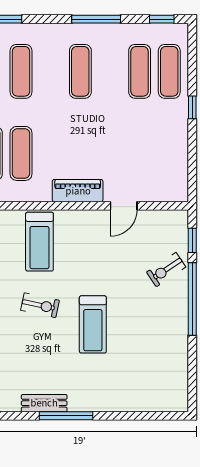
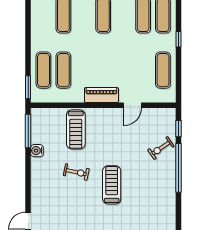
exercise mat: (169, 153) -> (163, 70), added
treadmill: (93, 324) -> (112, 185), turned 180

